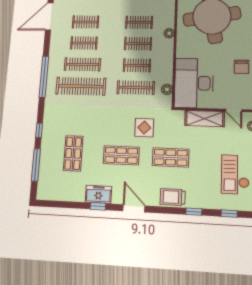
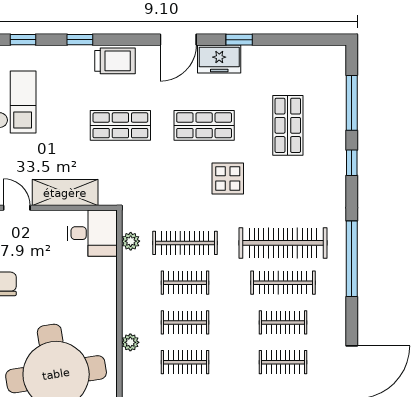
desk: (194, 83) -> (92, 233), width x0.53, depth x0.77
display table: (144, 128) -> (228, 178), moved
freezer: (98, 194) -> (219, 59), moved
door: (134, 208) -> (178, 40), hinge flipped

